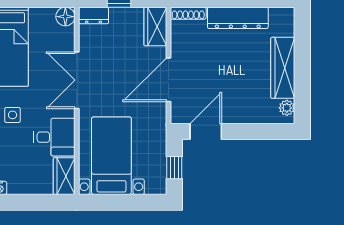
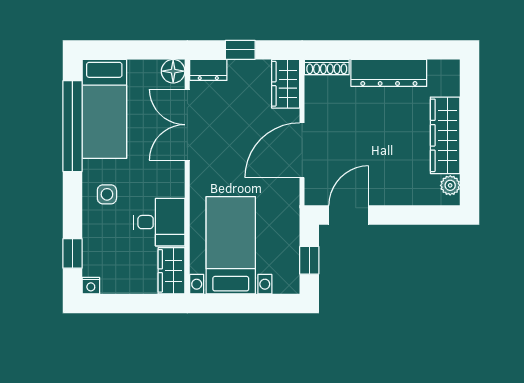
double door: (77, 80) -> (187, 125), moved

